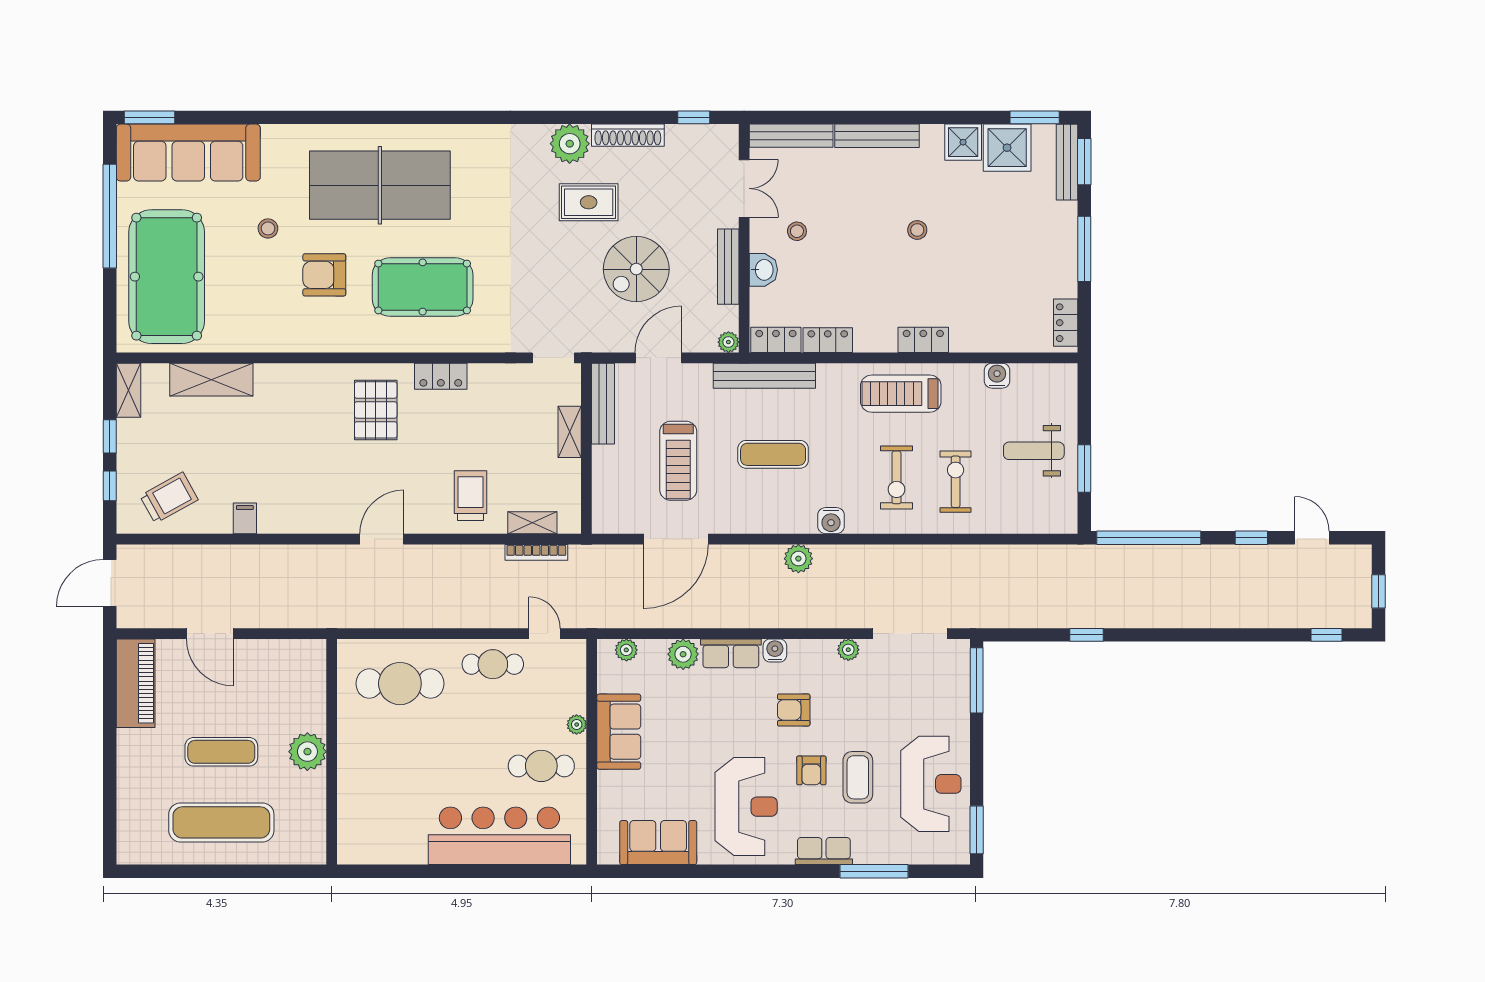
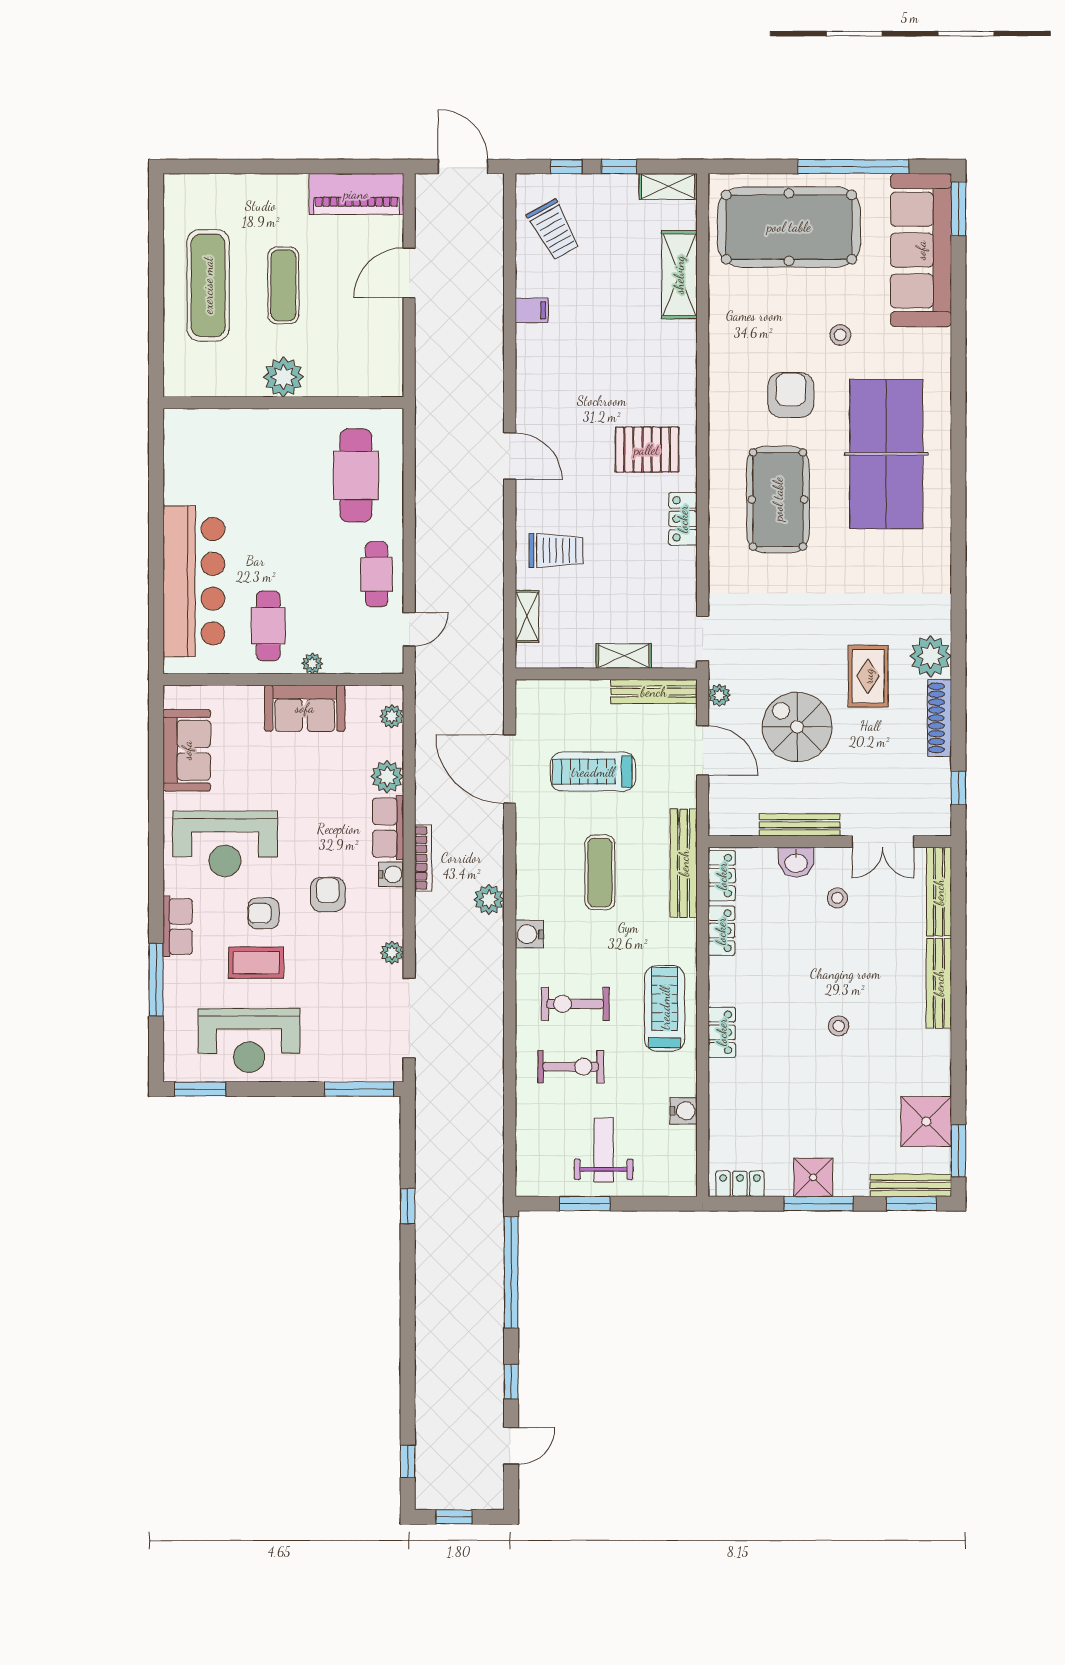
shower: (963, 142) -> (813, 1177), moved
plant: (728, 342) -> (719, 695), moved
bookcase: (536, 552) -> (423, 858), moved, turned 180

